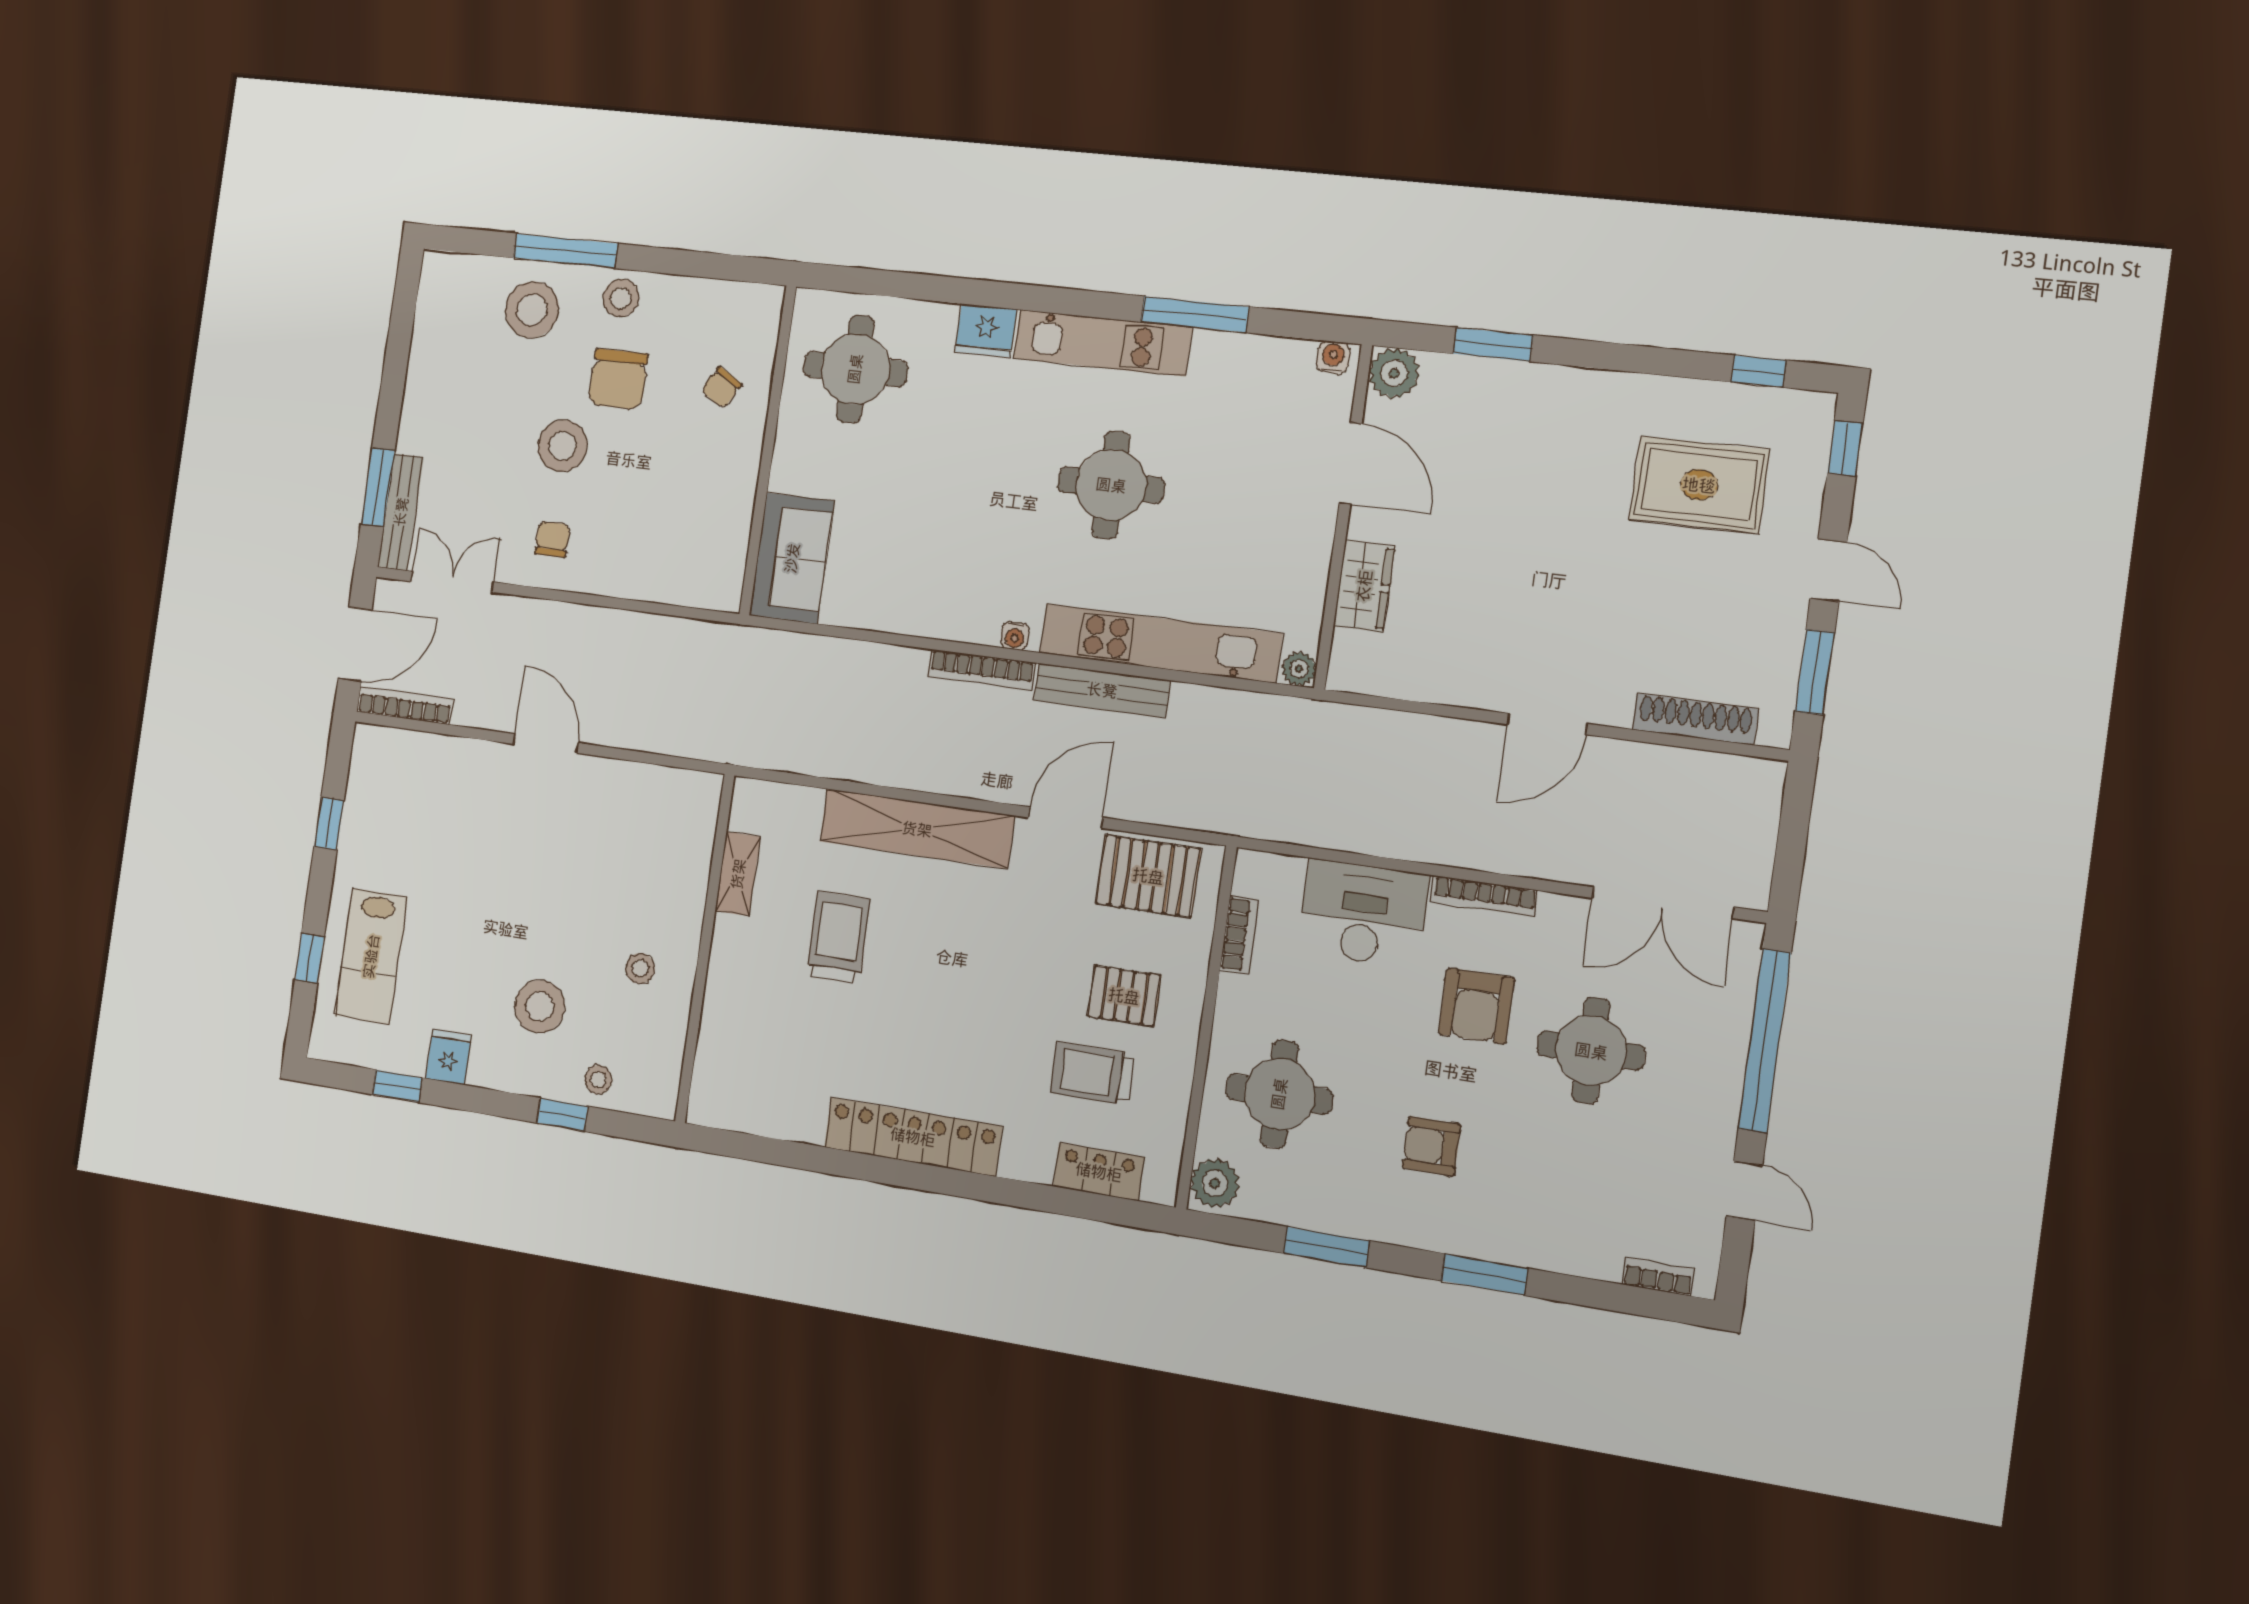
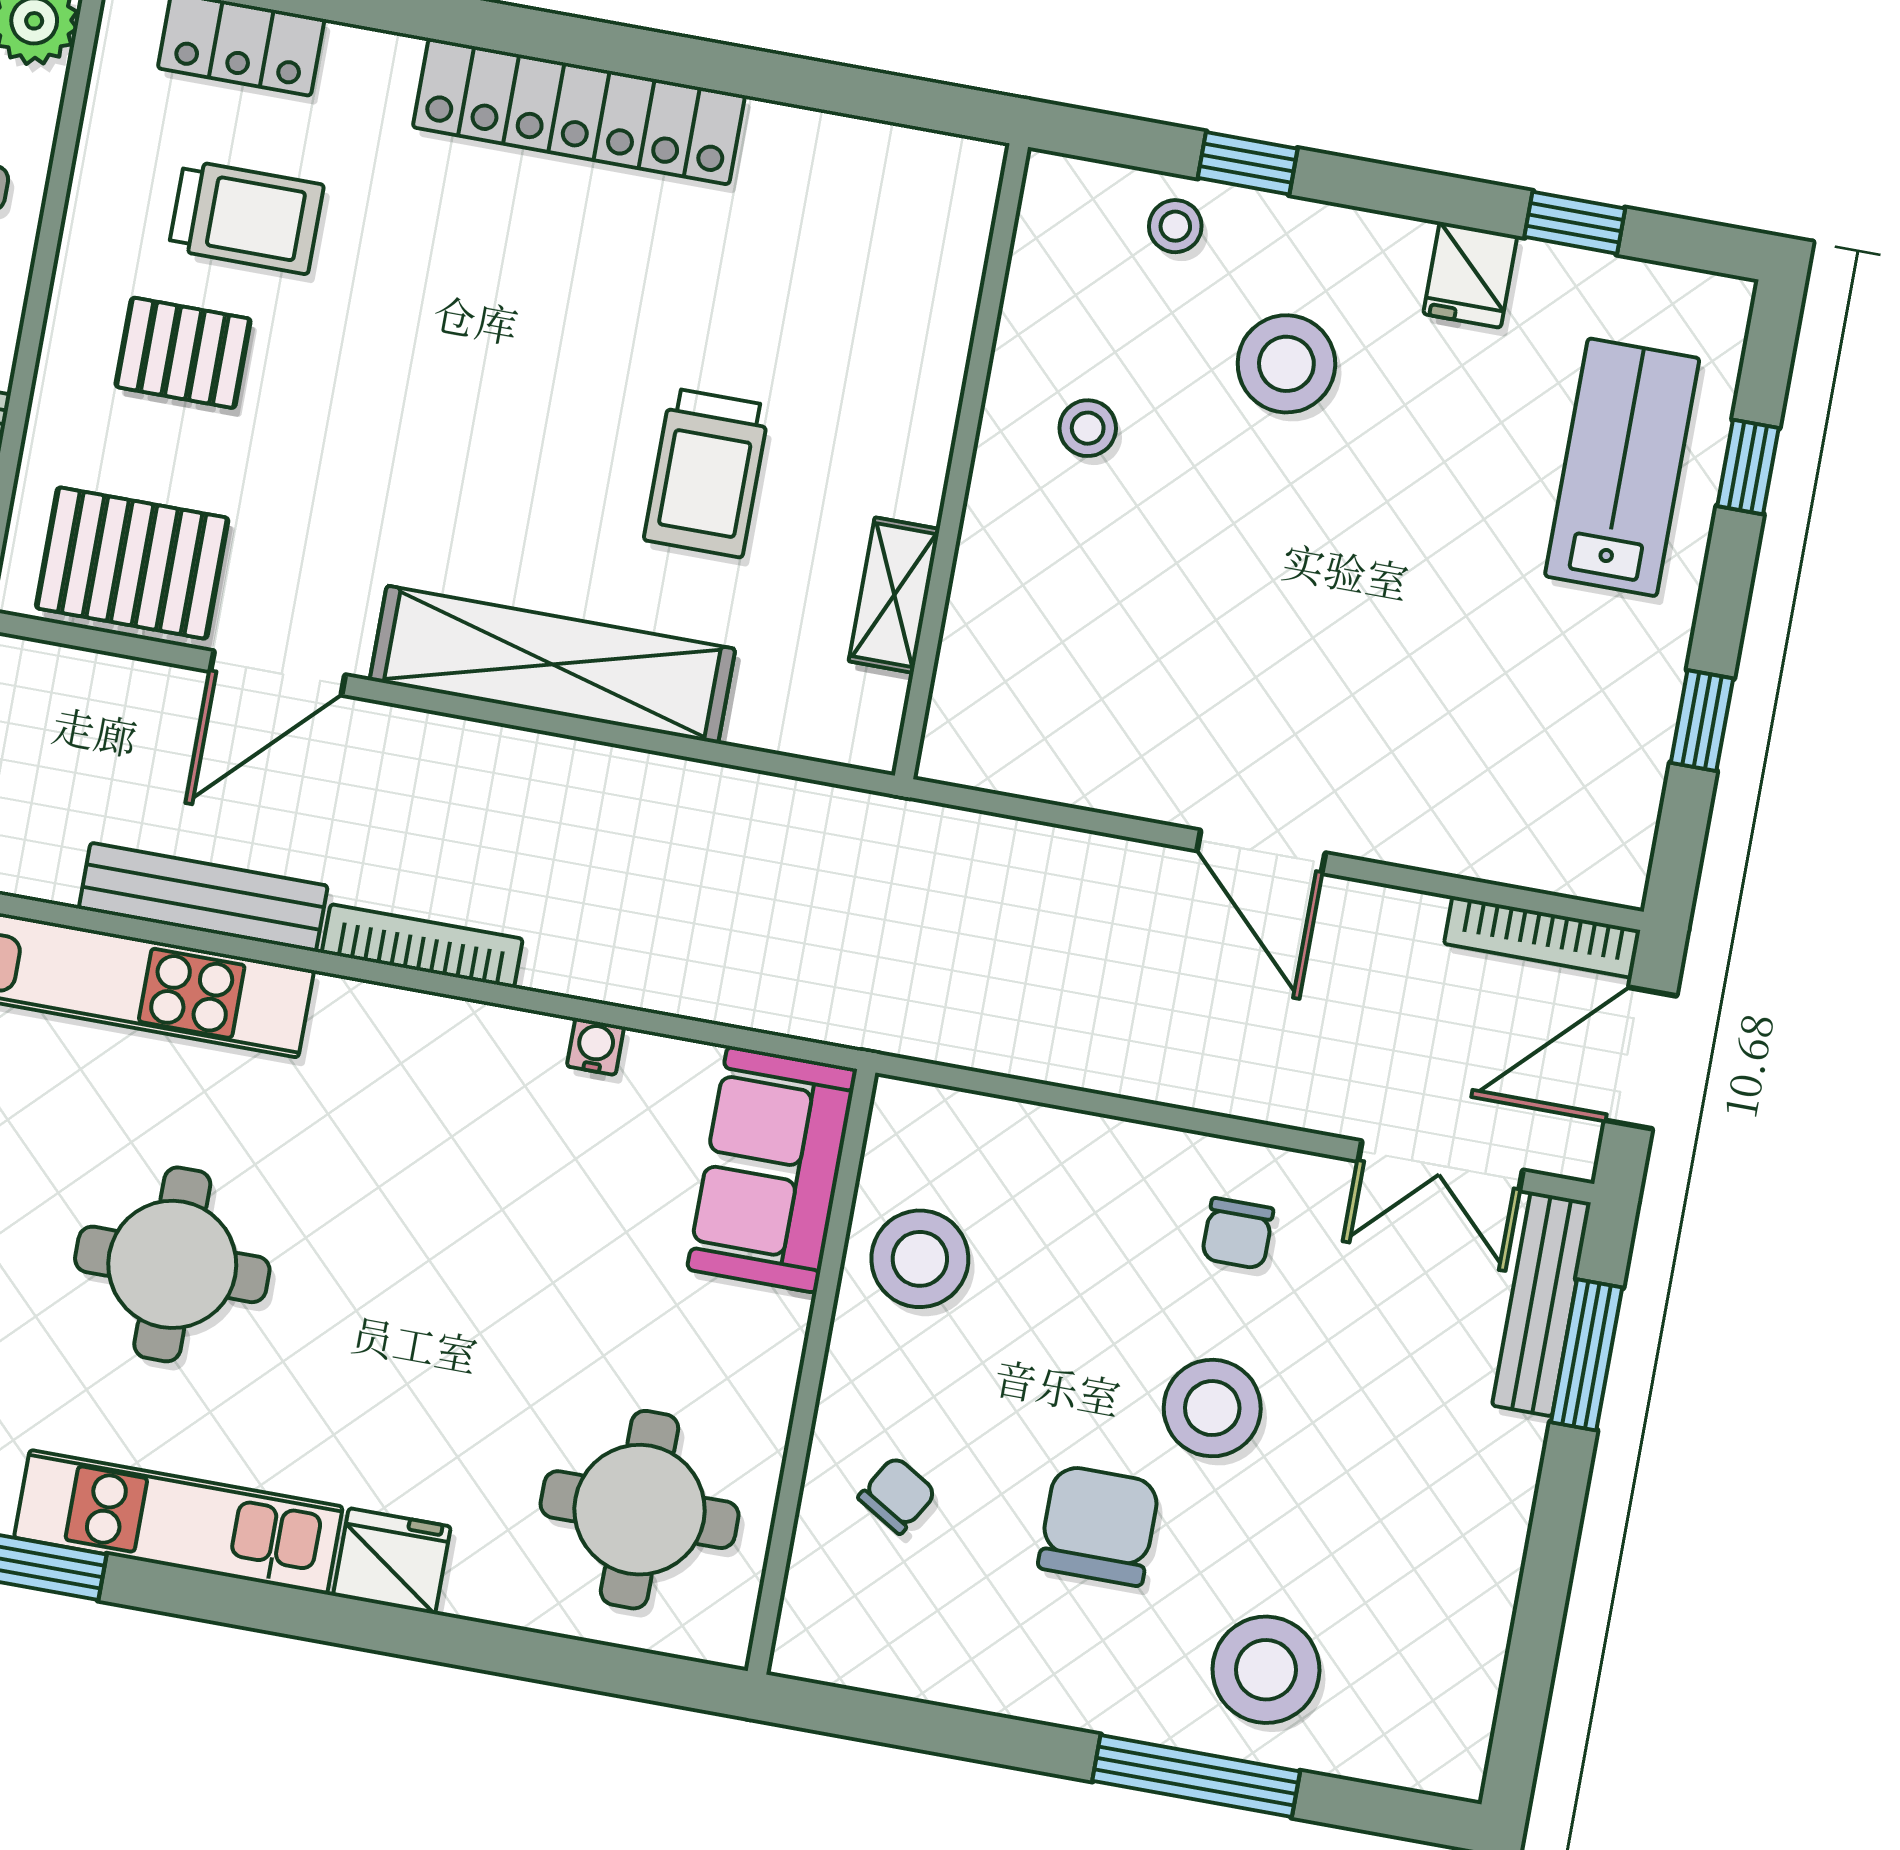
stool: (621, 298) -> (920, 1259), moved, width x1.38, depth x1.38
water cooler: (1015, 636) -> (595, 1047), moved

